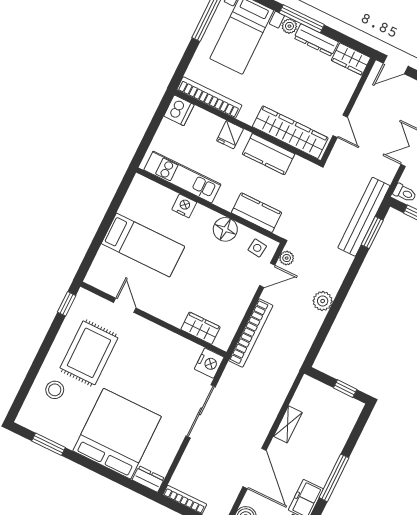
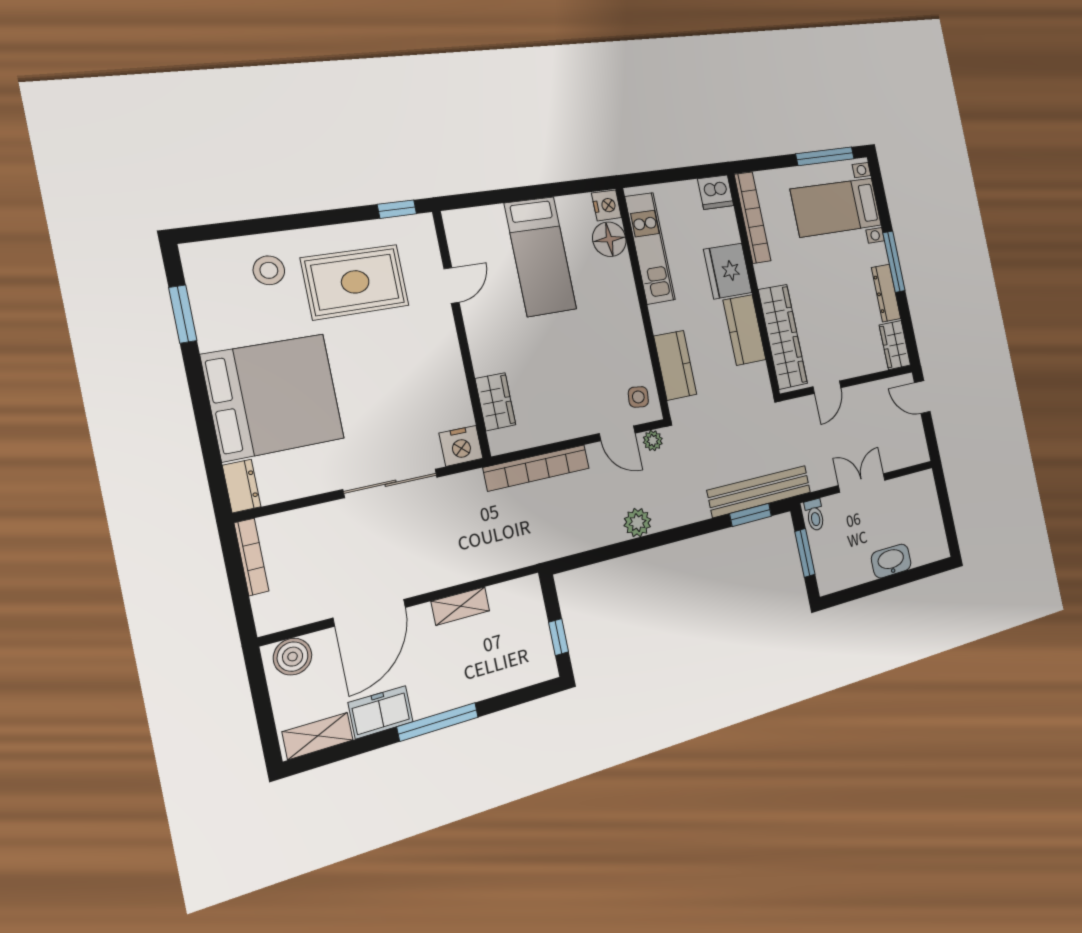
plant: (289, 26) -> (879, 254), removed
fridge: (230, 135) -> (728, 271), width x1.88, depth x1.34
nightstand: (184, 206) -> (607, 205), moved
floor lamp: (225, 229) -> (609, 239), moved

